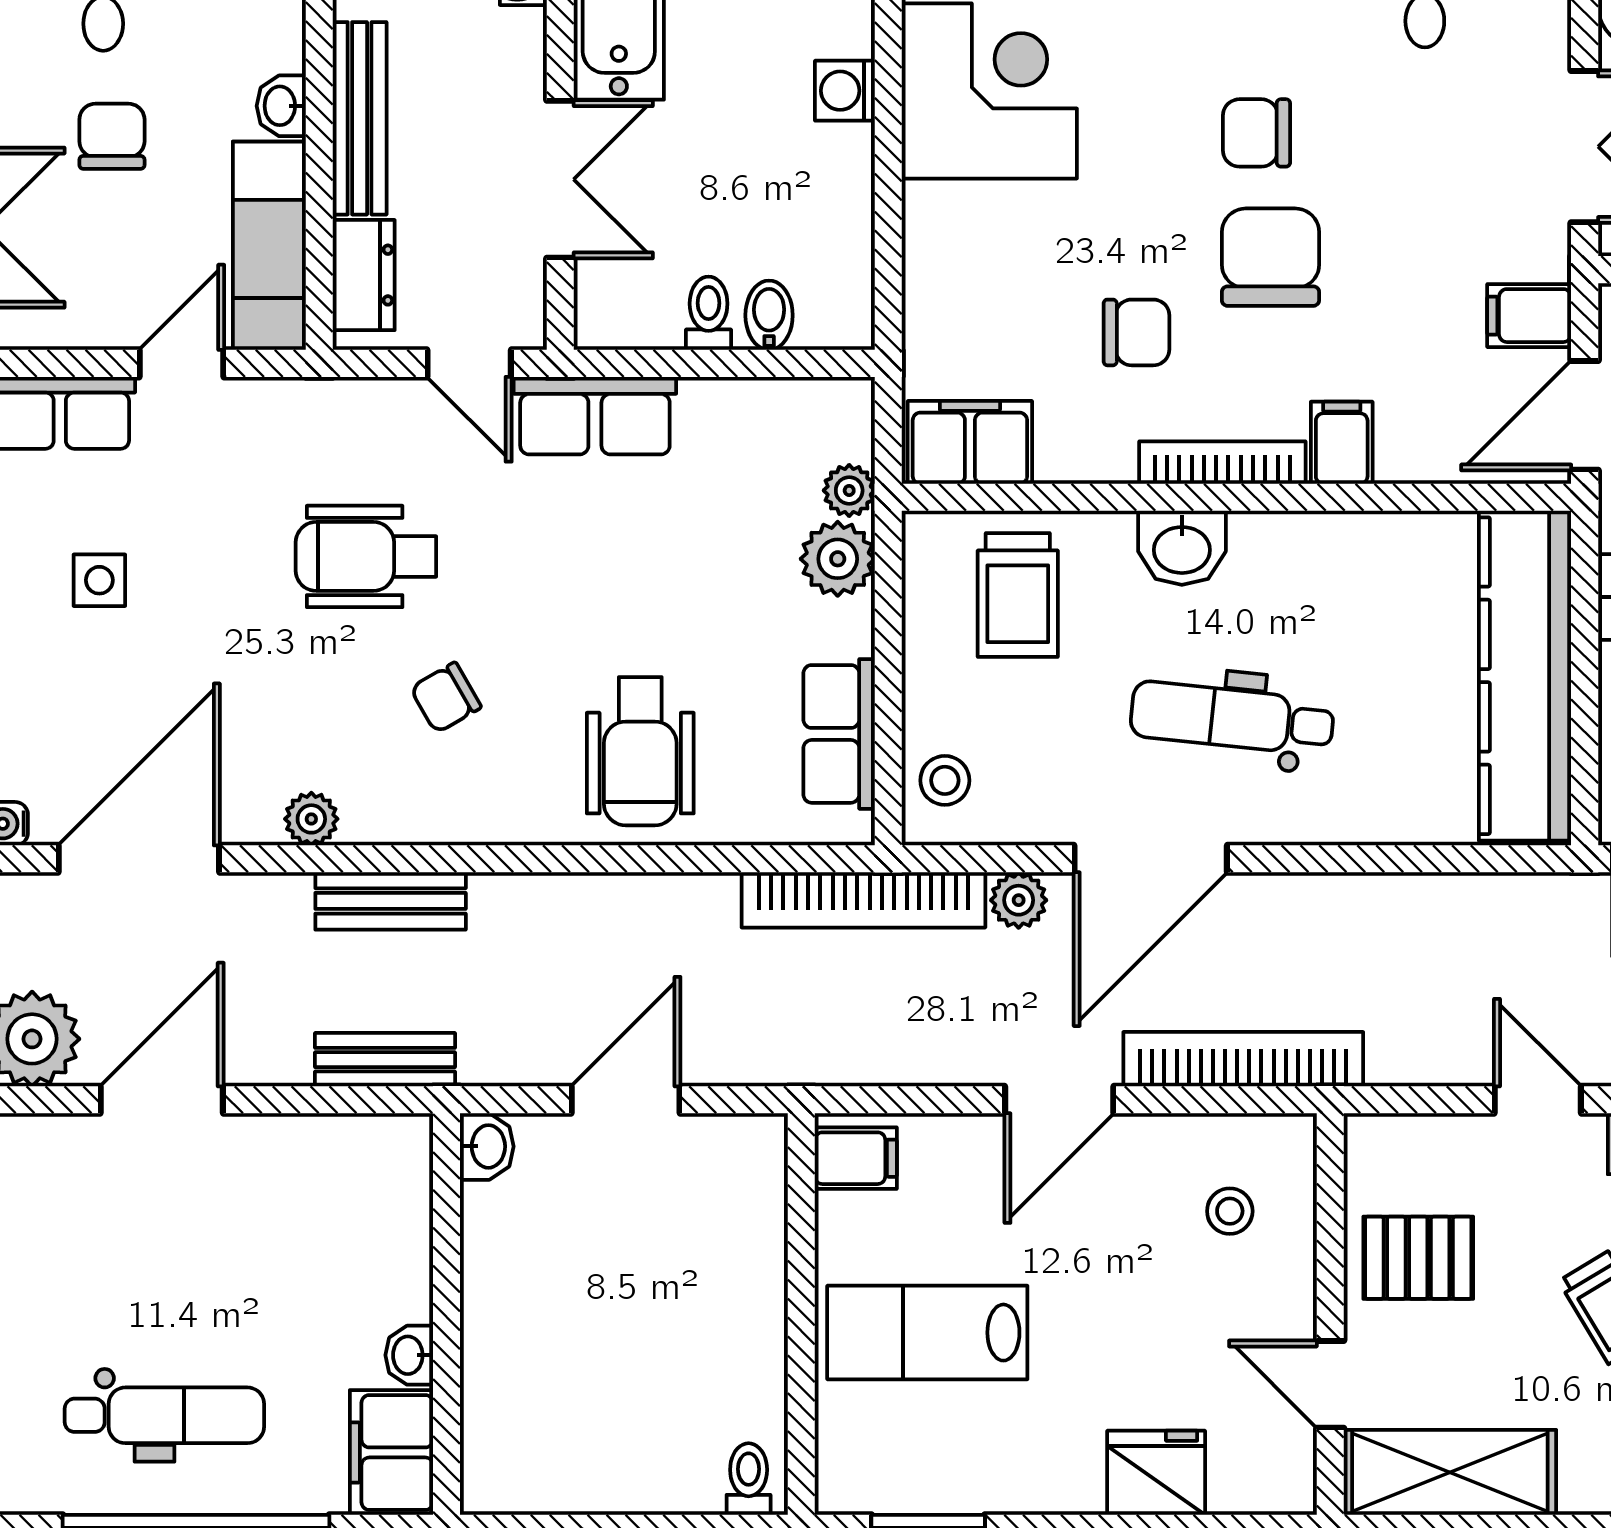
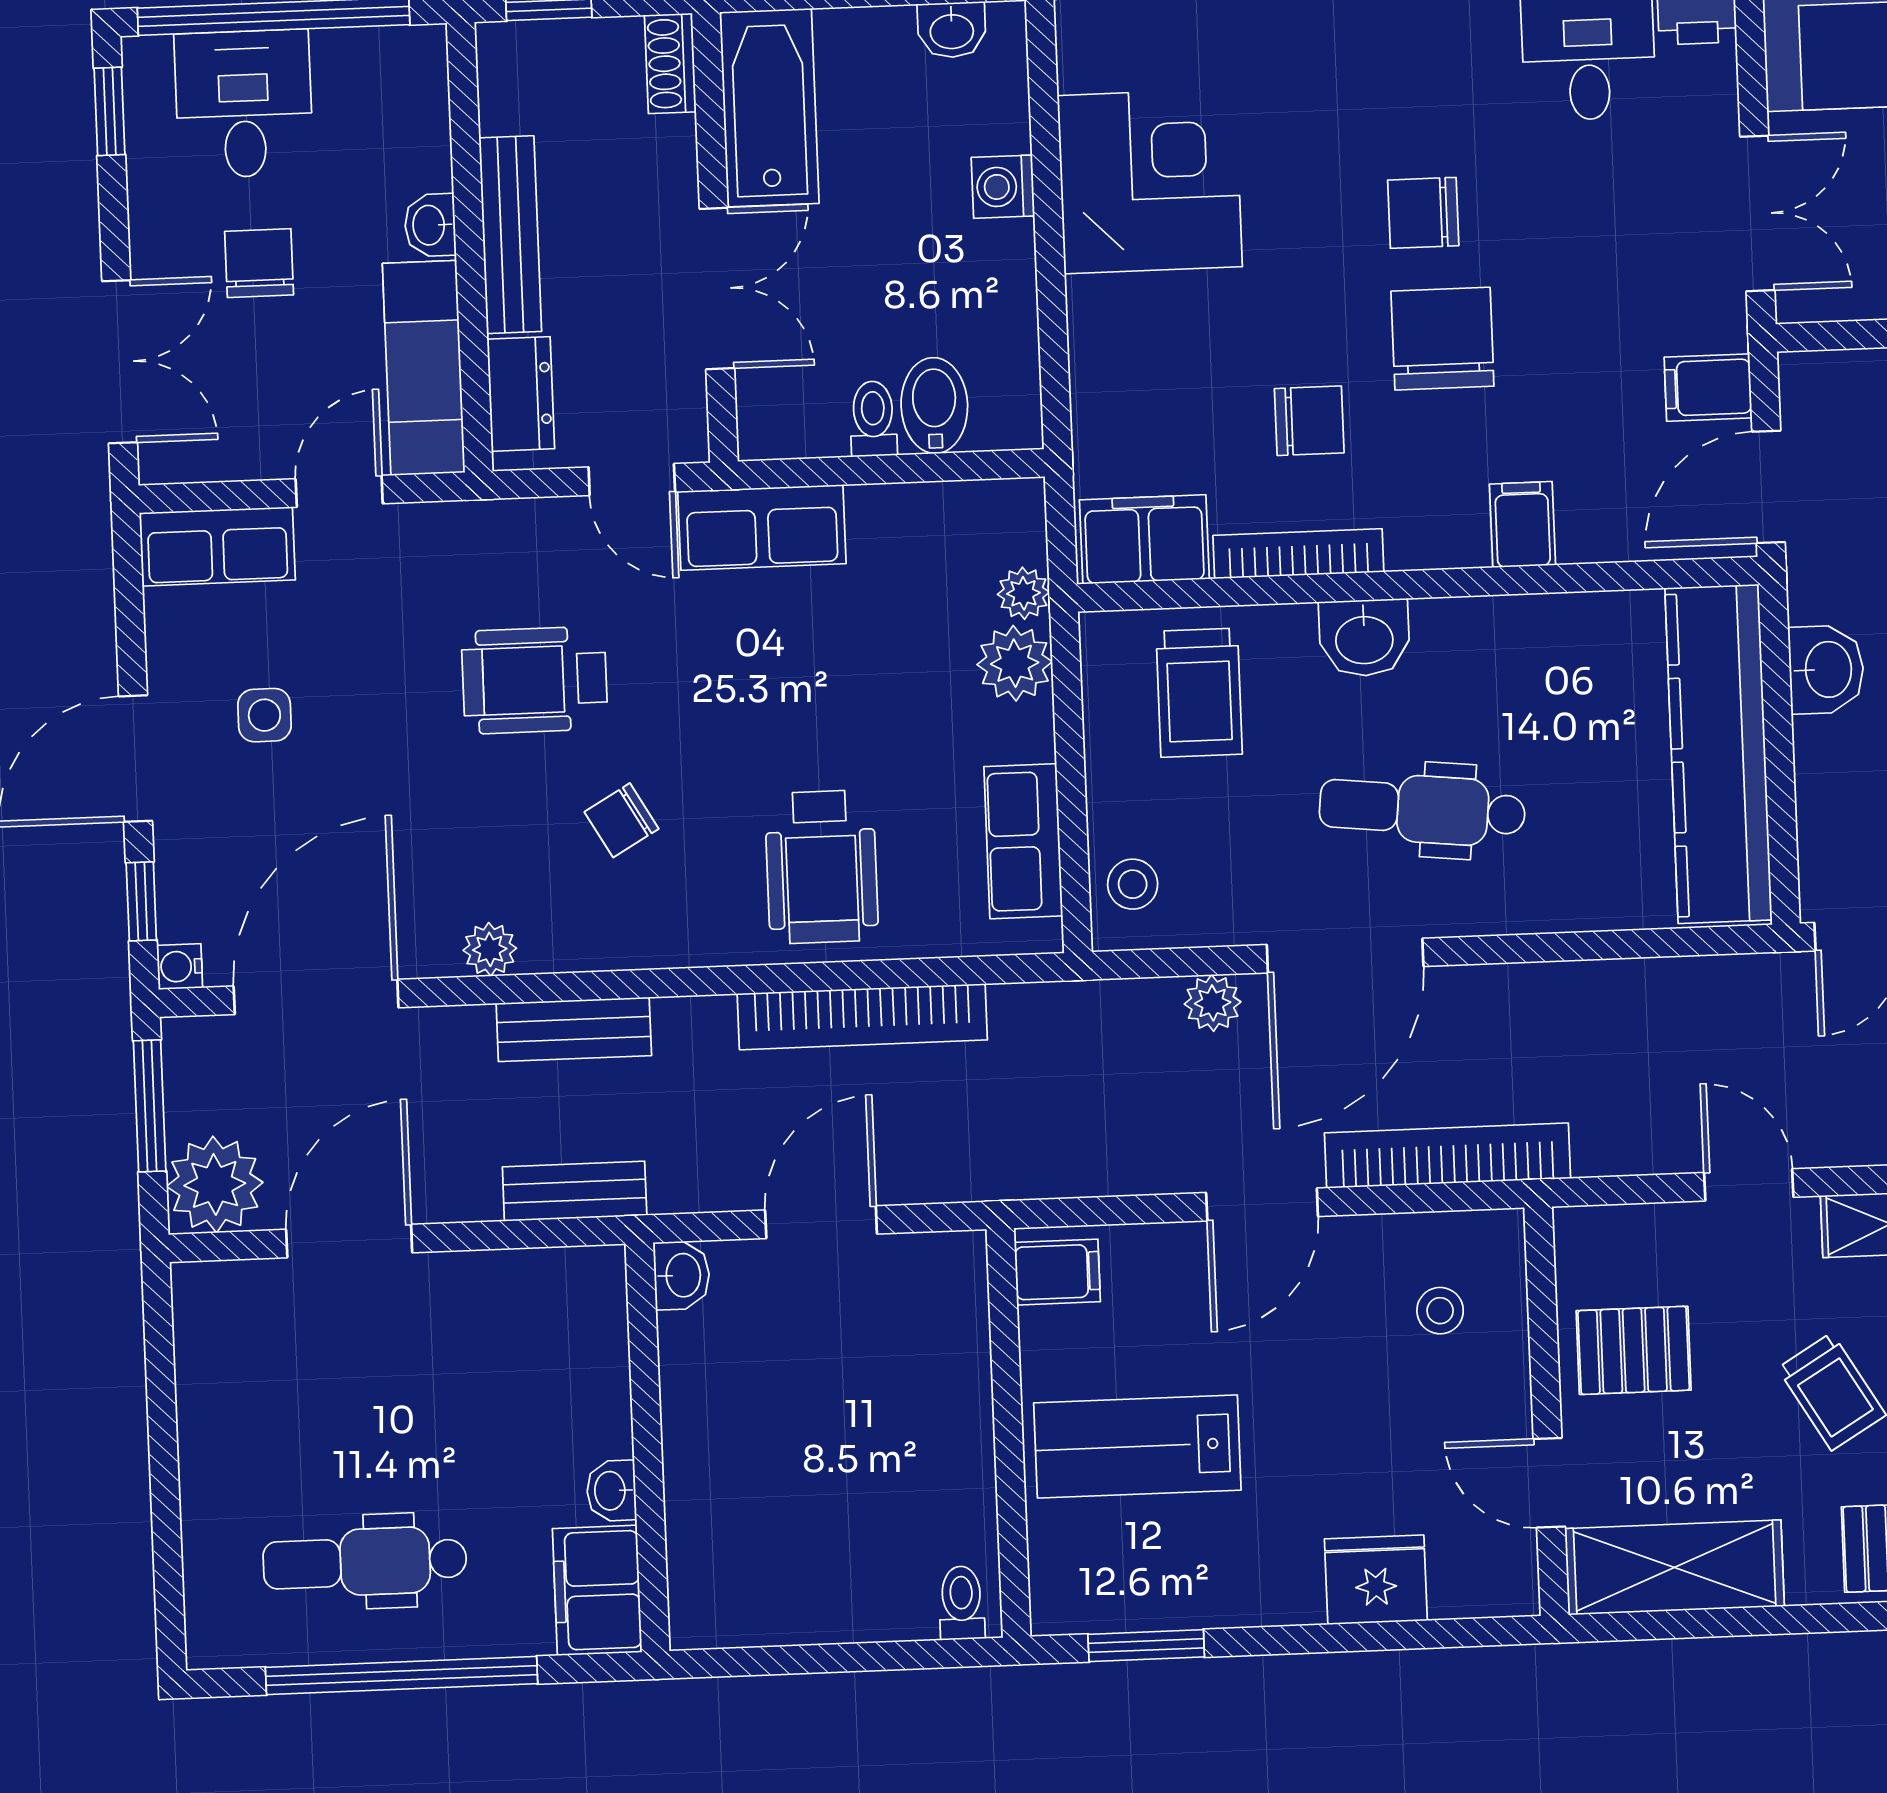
bidet: (769, 315) -> (934, 406), width x1.38, depth x1.36
bookcase: (1222, 463) -> (1298, 554), moved
bookcase: (863, 900) -> (862, 1017), moved
dental chair: (164, 1415) -> (365, 1562), turned 180

